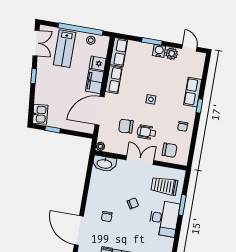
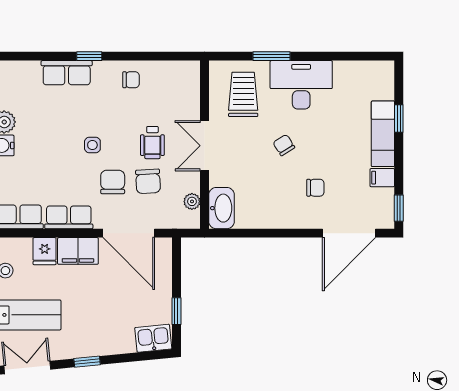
plant: (100, 146) -> (192, 201), moved
chair: (170, 150) -> (113, 182), moved
trolley: (164, 186) -> (243, 94), turned 180

